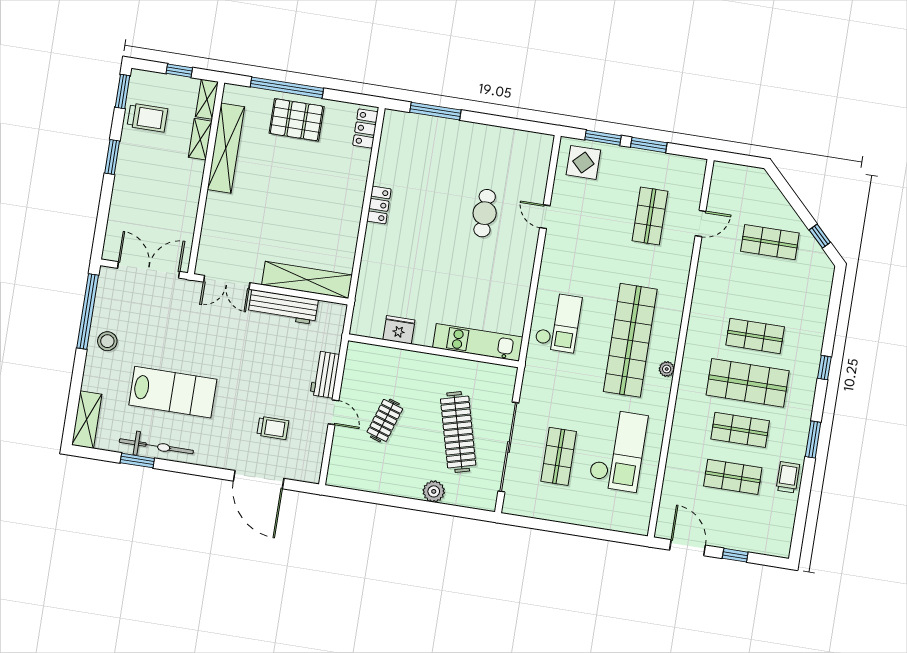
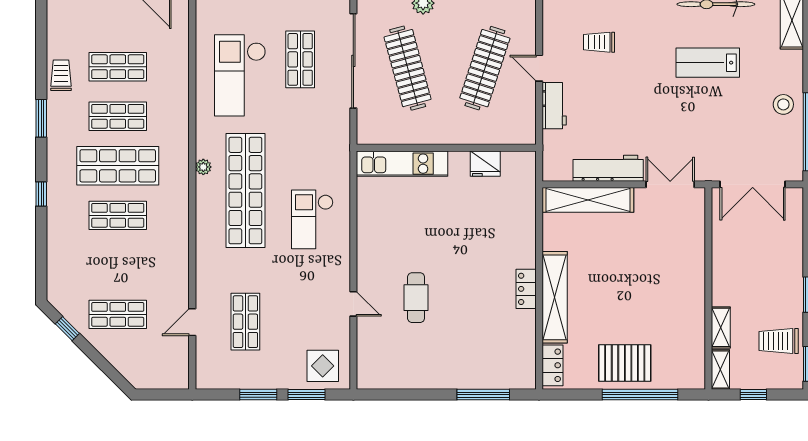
shelving: (226, 148) -> (555, 297), moved
checkout: (558, 322) -> (312, 219), moved
lab bench: (173, 392) -> (708, 63), width x0.73, depth x0.72
clothes rail: (385, 420) -> (485, 68), width x1.86, depth x1.31
trolley: (788, 477) -> (61, 75), turned 180

